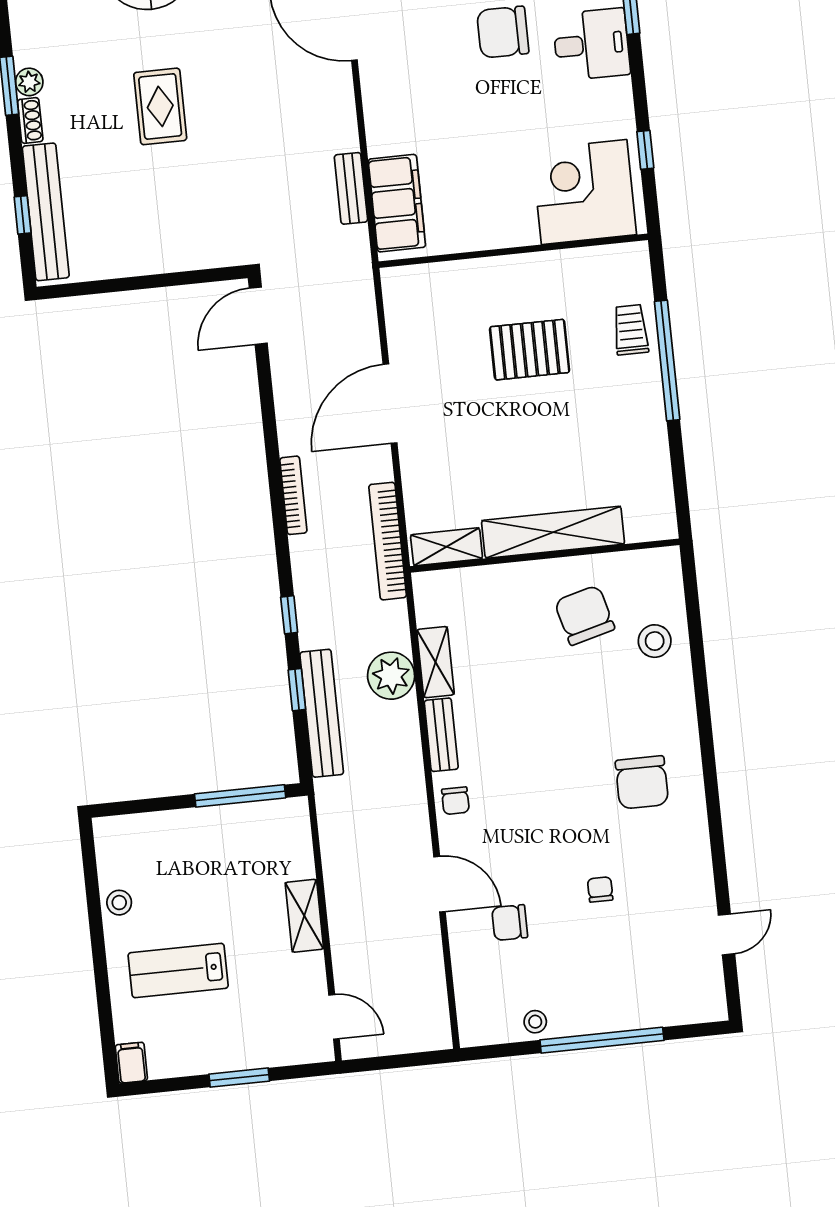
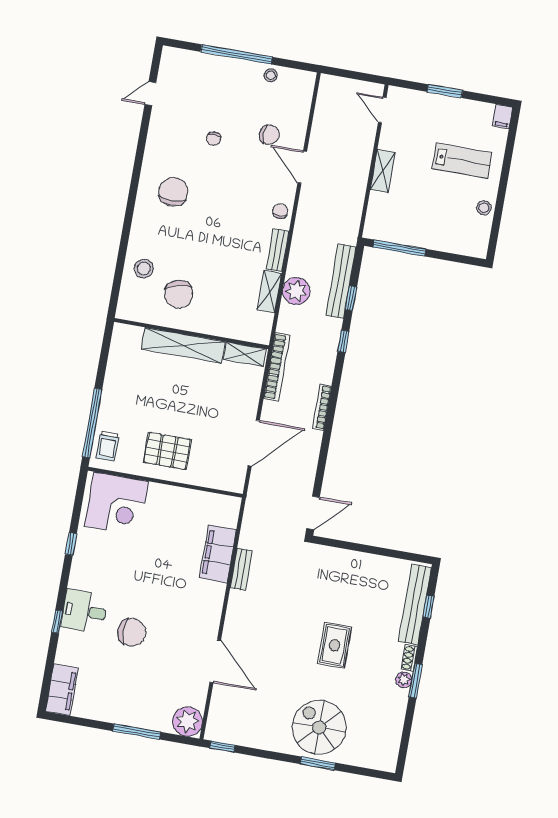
corner desk: (584, 192) -> (116, 504), moved
wall: (513, 251) -> (165, 482), moved

